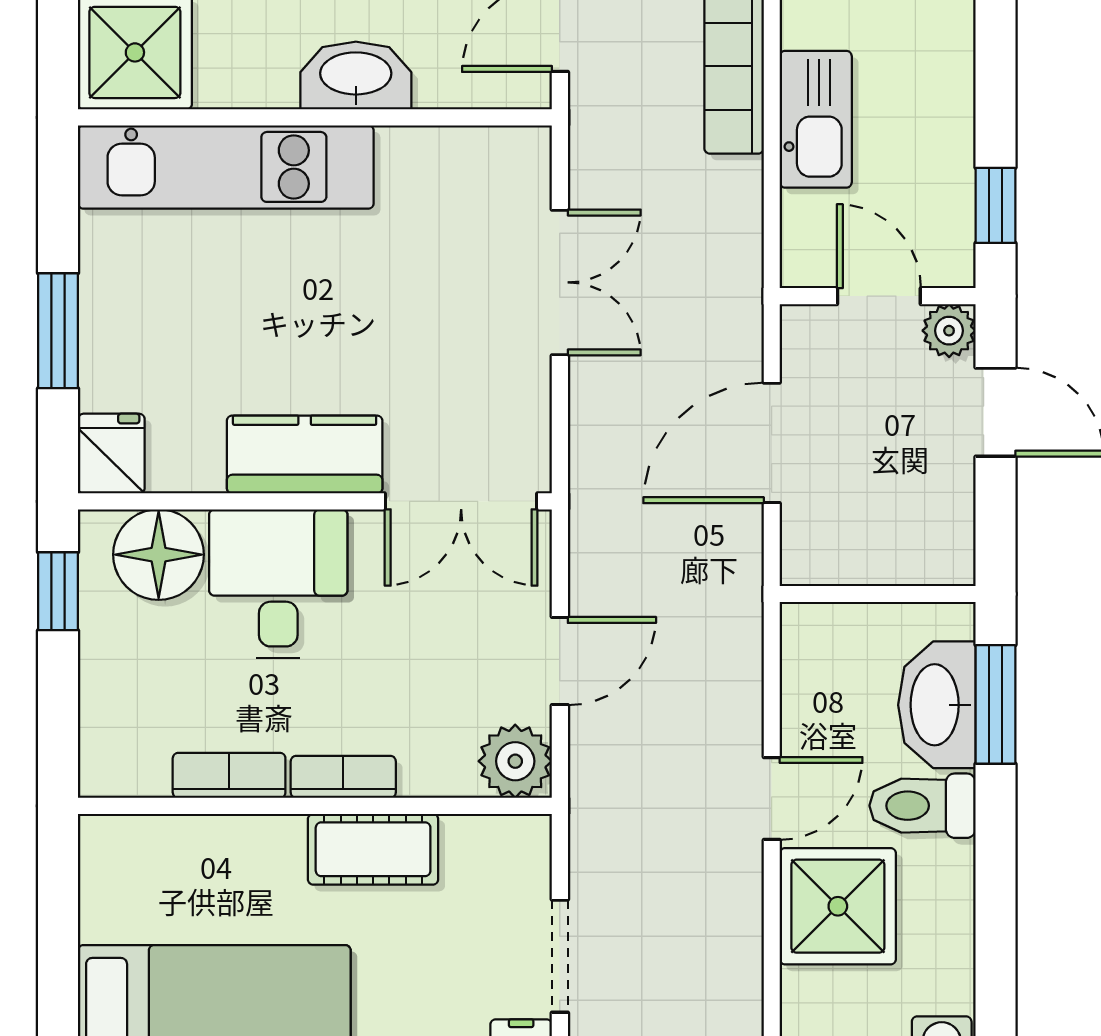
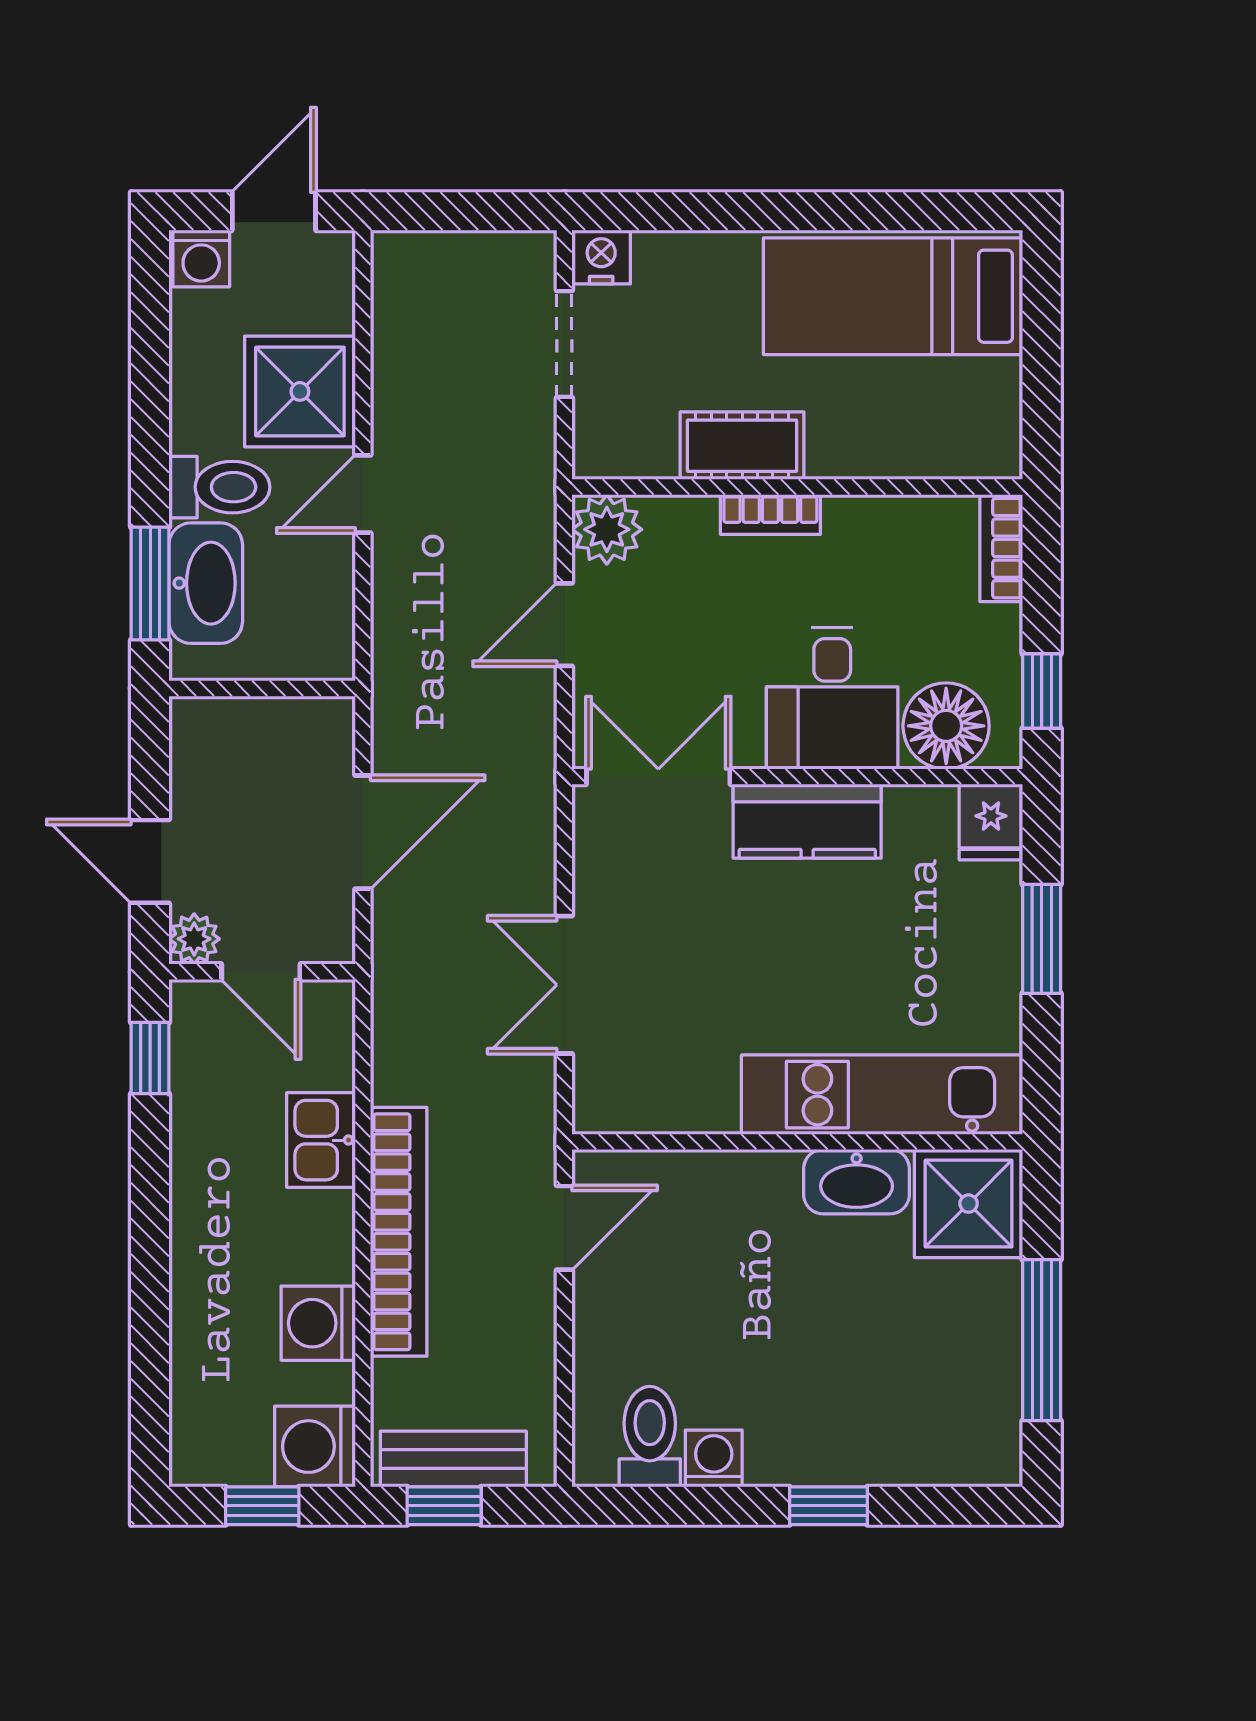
washbasin: (356, 76) -> (857, 1182), moved
kitchen sink: (816, 119) -> (321, 1140), width x0.73
bookcase: (229, 775) -> (1001, 548), moved, turned 90

